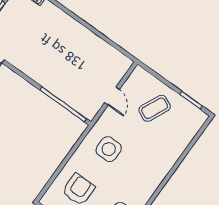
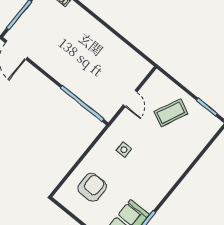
side table: (109, 149) -> (124, 150), width x0.54, depth x0.54

